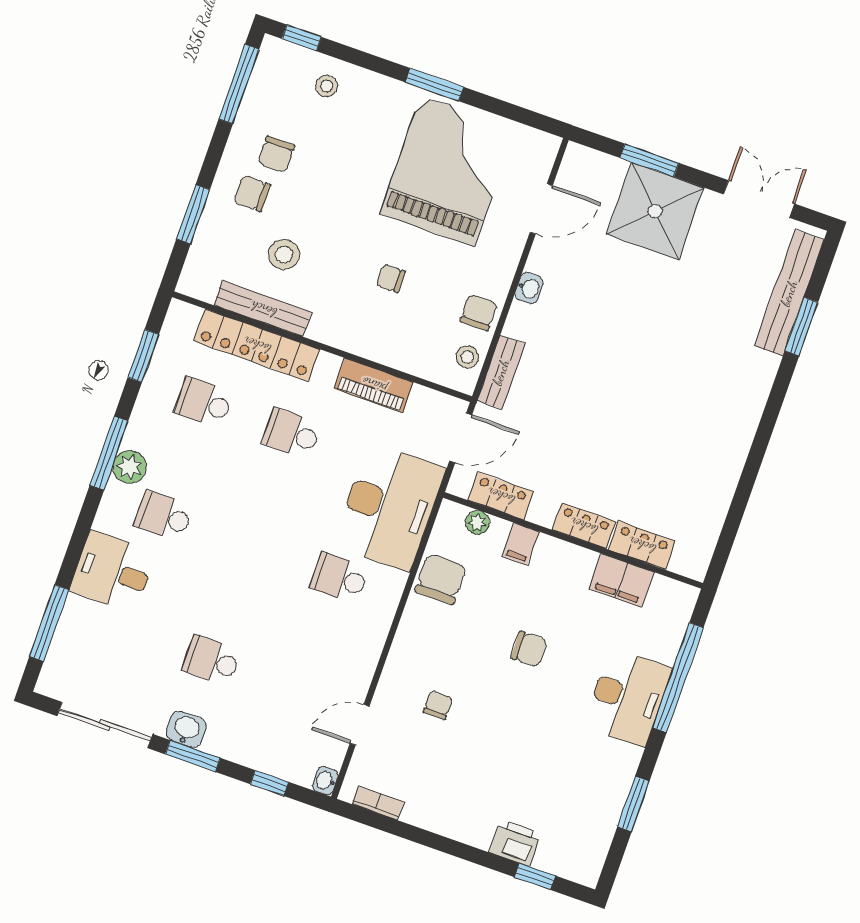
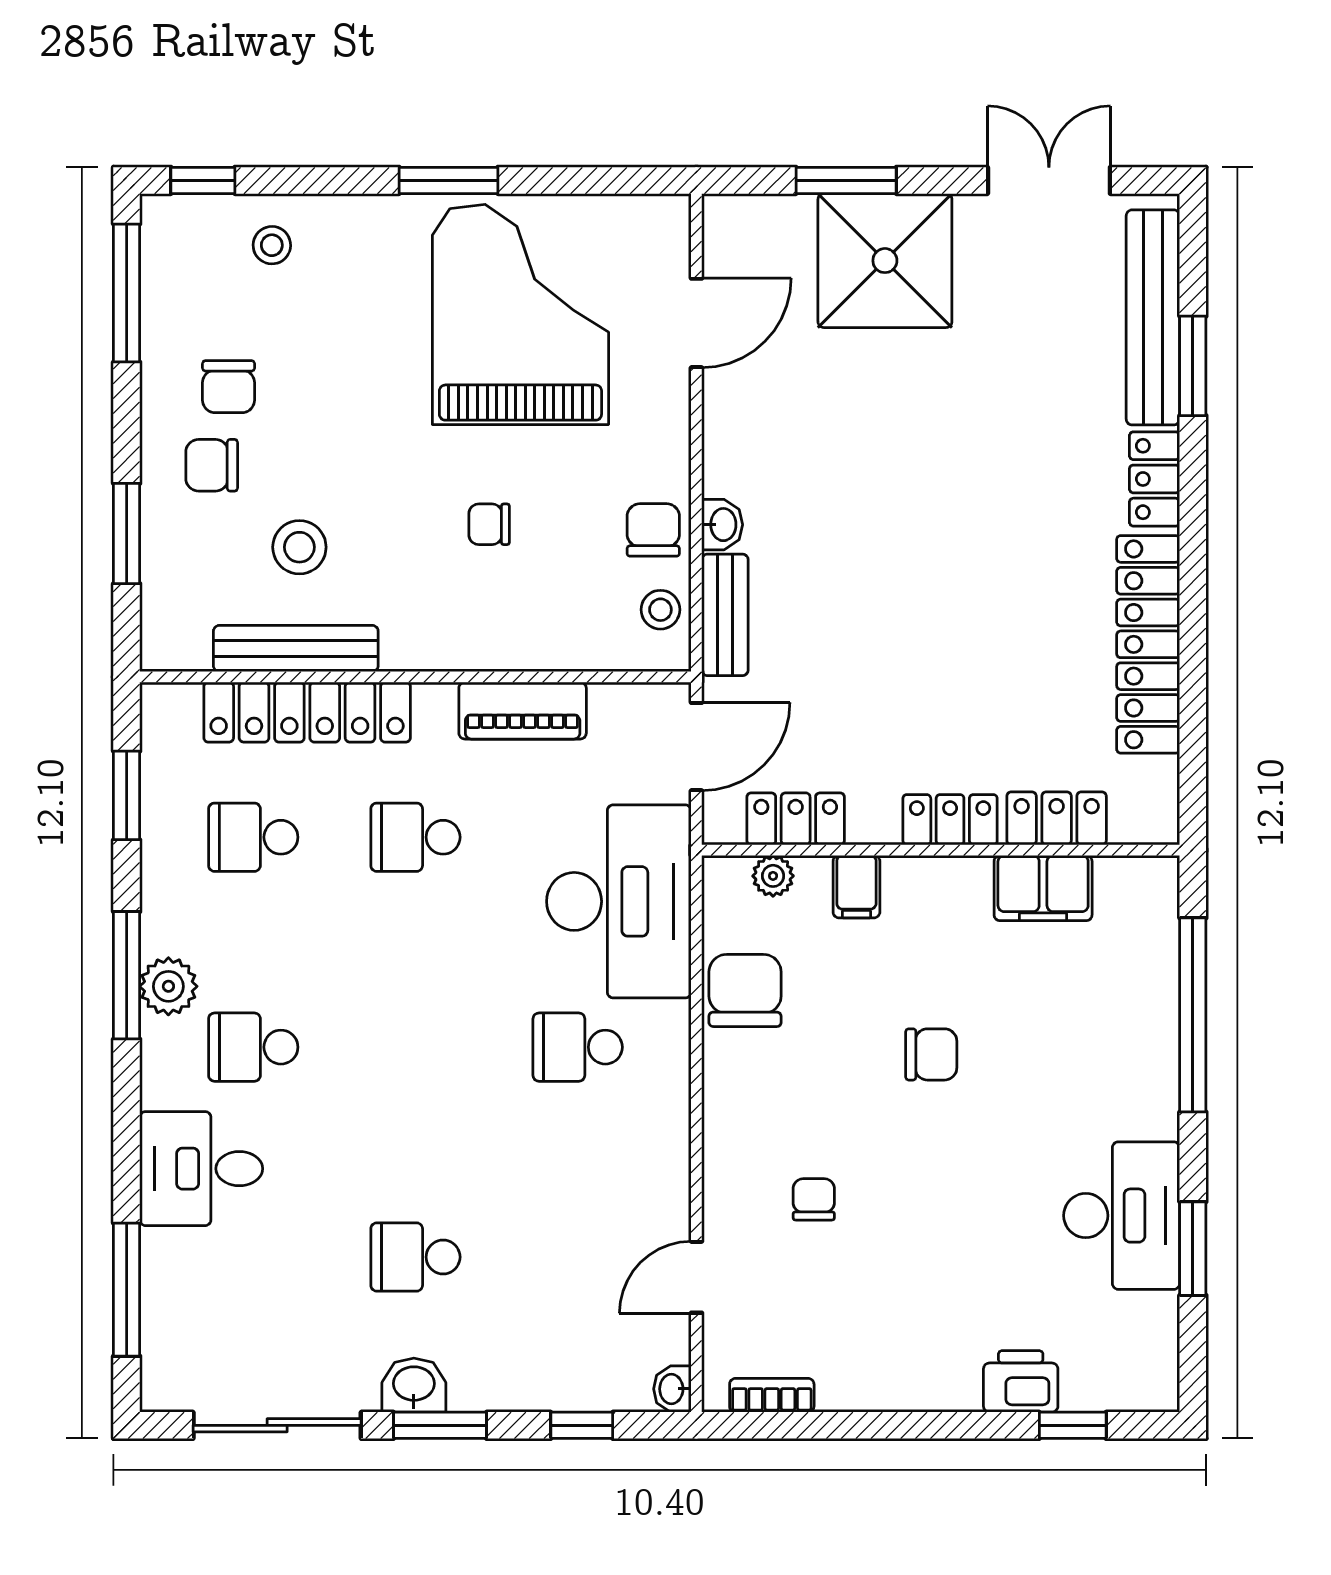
washbasin: (529, 288) -> (722, 525), moved
locker: (759, 380) -> (1154, 479), added
locker: (724, 469) -> (1148, 644), added
desk: (628, 697) -> (1122, 1216), moved

